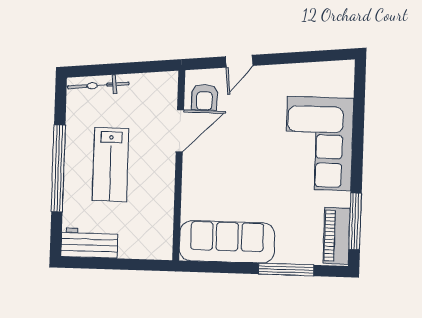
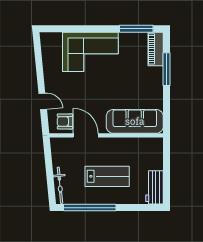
armchair: (204, 97) -> (65, 121), turned 180
window: (58, 168) -> (90, 208), moved
piano: (337, 236) -> (156, 49), moved, turned 90
sofa: (227, 242) -> (135, 121), moved, turned 90

